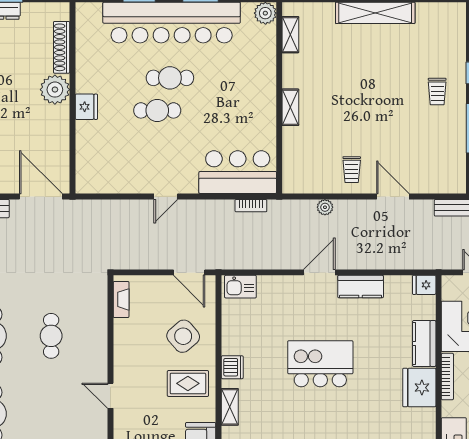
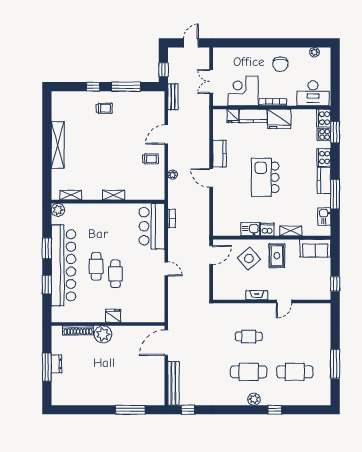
fridge: (424, 285) -> (233, 116), moved
kitchen sink: (240, 287) -> (250, 229), moved, turned -90
fireplace: (121, 299) -> (257, 295), moved

